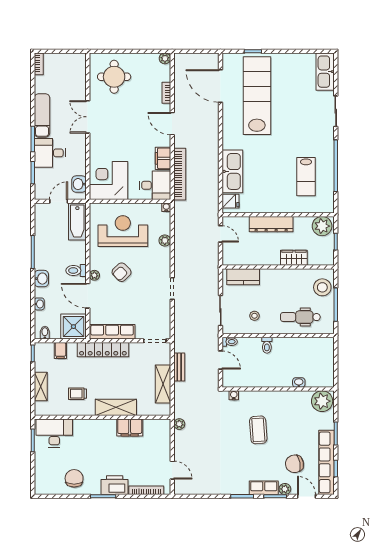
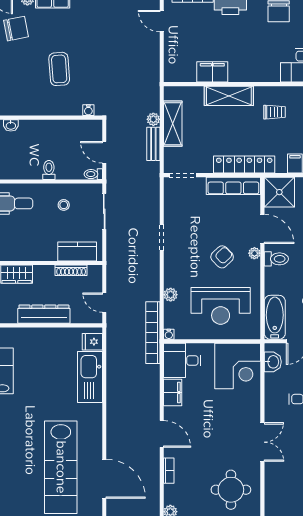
bookcase: (180, 174) -> (153, 333), moved
shoe rack: (248, 261) -> (71, 270), added
plant: (179, 424) -> (153, 119), moved

